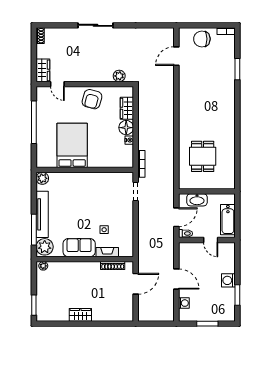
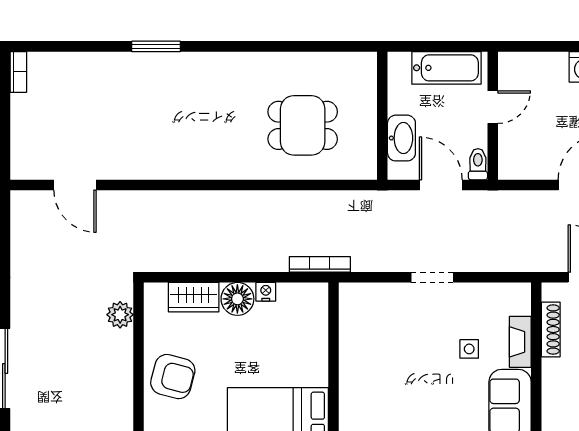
chair: (202, 39) -> (36, 127), removed
window: (237, 69) -> (156, 46), moved
doorway: (136, 191) -> (432, 277), moved

